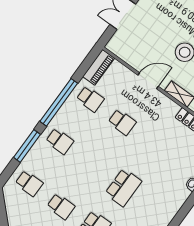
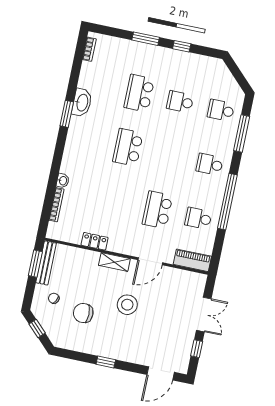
piano: (99, 67) -> (192, 260), moved, turned 90
school desk: (122, 122) -> (157, 210), width x1.85
window: (27, 146) -> (242, 133), moved

